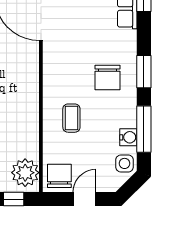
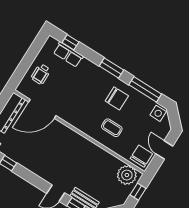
chair: (108, 78) -> (117, 98), moved
water cooler: (128, 137) -> (144, 101), removed
chair: (59, 176) -> (141, 156), turned 90

